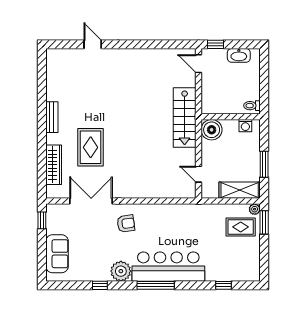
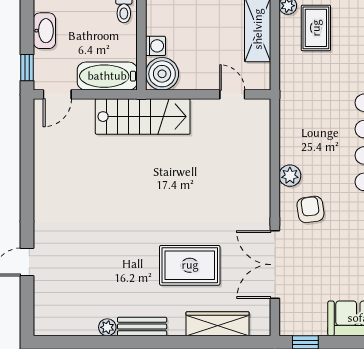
plant: (51, 95) -> (107, 327), added
bathtub: (210, 95) -> (107, 76), added
washing machine: (245, 126) -> (155, 46), moved
door: (199, 174) -> (232, 94), swing flipped
plant: (147, 211) -> (290, 176), added

